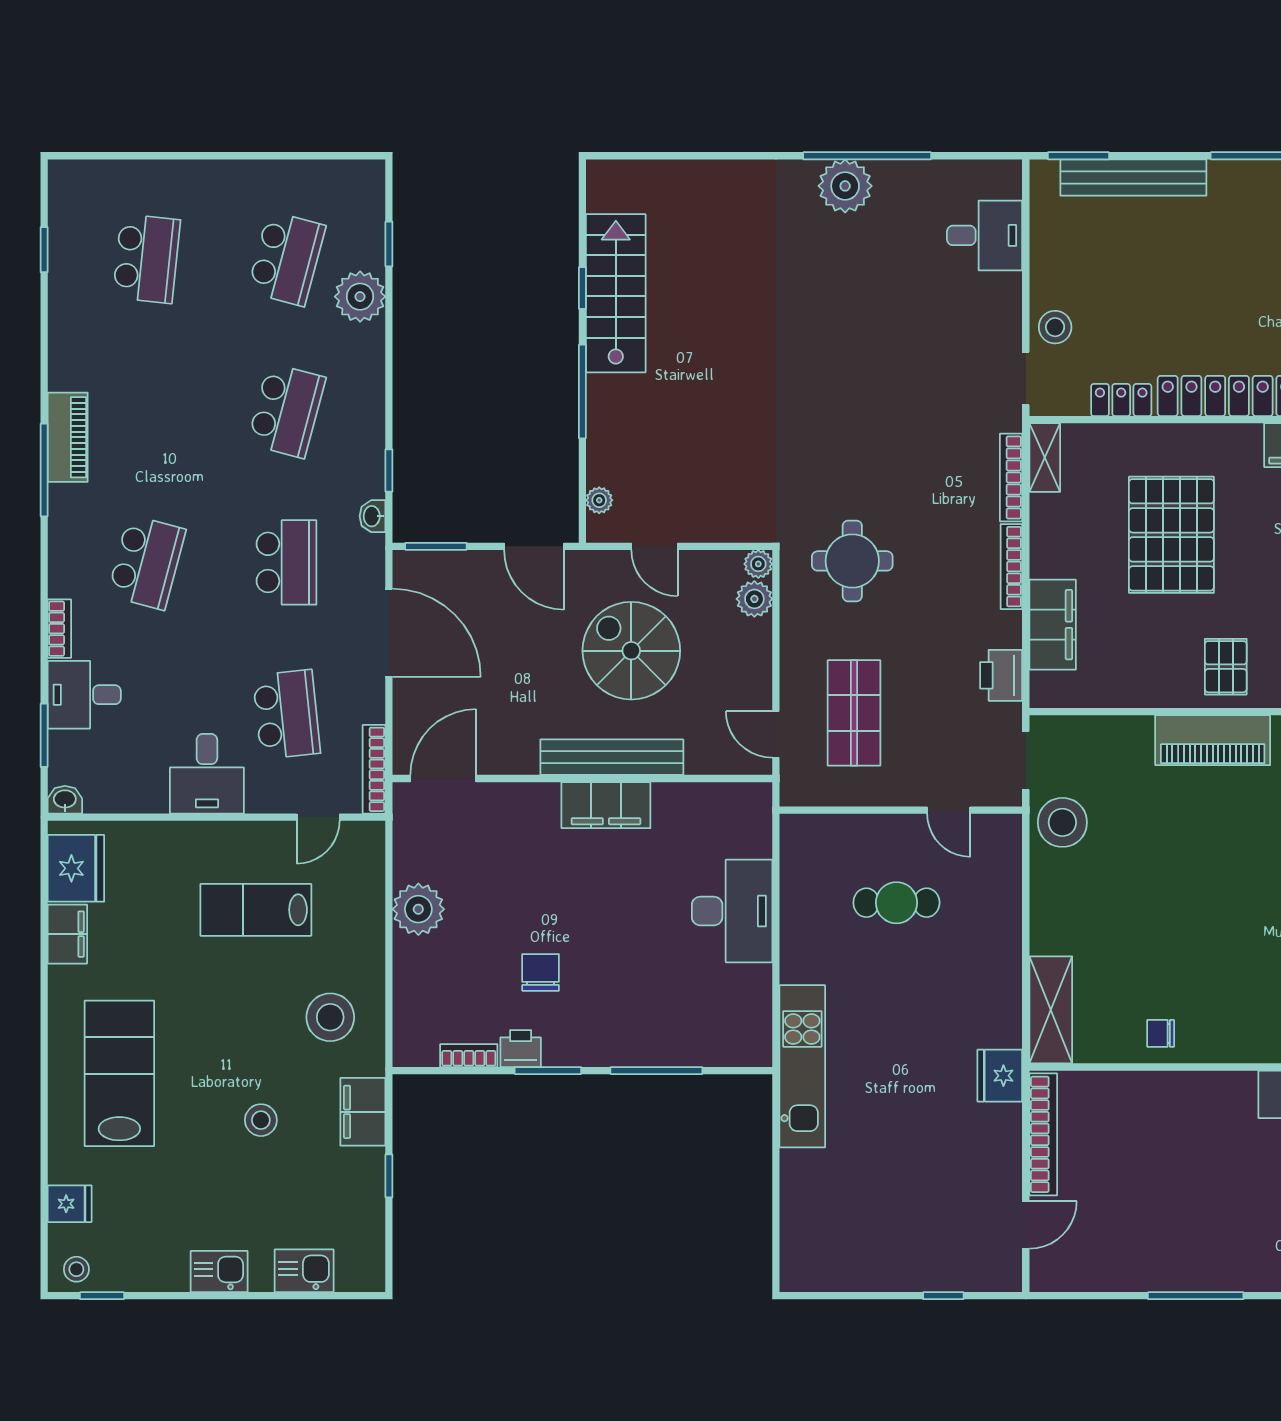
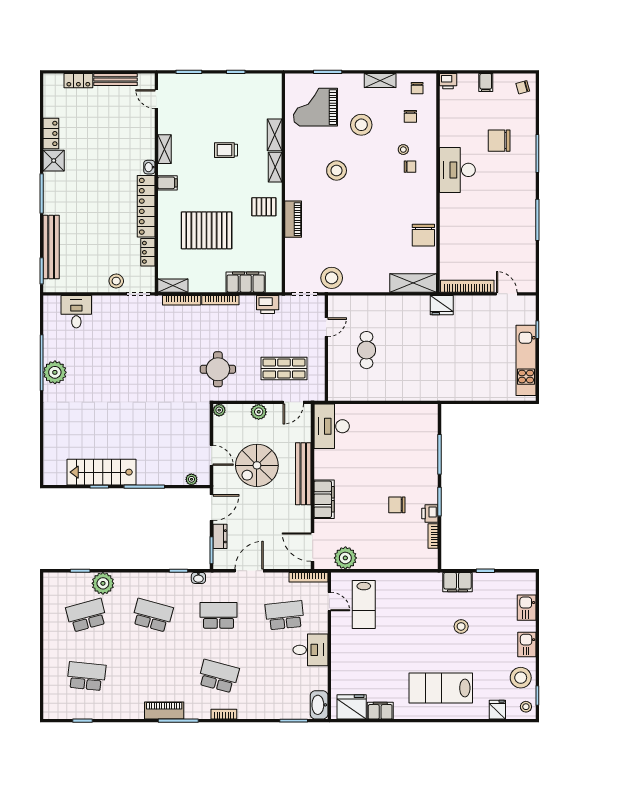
school desk: (286, 259) -> (86, 615), turned -30
door: (654, 546) -> (212, 455), hinge flipped
dresser: (468, 566) -> (220, 536), added
plant: (754, 599) -> (259, 412), moved
bookcase: (59, 629) -> (224, 714), moved
door: (389, 633) -> (249, 571), width x0.73
desk: (84, 695) -> (276, 703), removed
piano: (1213, 740) -> (293, 219), width x0.73, depth x0.75
washbasin: (65, 800) -> (319, 705), width x1.91, depth x1.45
filing cabinet: (606, 805) -> (324, 499), moved
plant: (418, 909) -> (345, 558), moved
lab bench: (256, 910) -> (364, 604), moved
desk: (732, 911) -> (332, 426), moved, turned -90
stool: (330, 1017) -> (521, 678), moved
chair: (1161, 1033) -> (423, 235), width x1.87, depth x1.87
kitchen unit: (802, 1066) -> (526, 360), moved, turned -90

